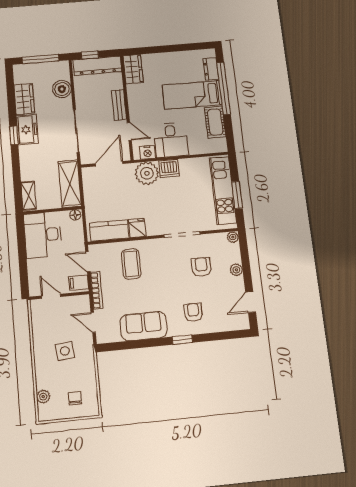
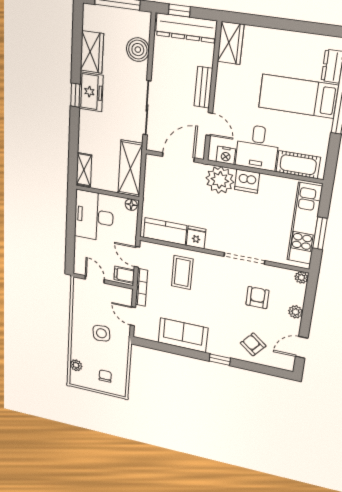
cot: (215, 122) -> (298, 165), moved, turned 90
armchair: (193, 312) -> (253, 344), moved, turned -51

